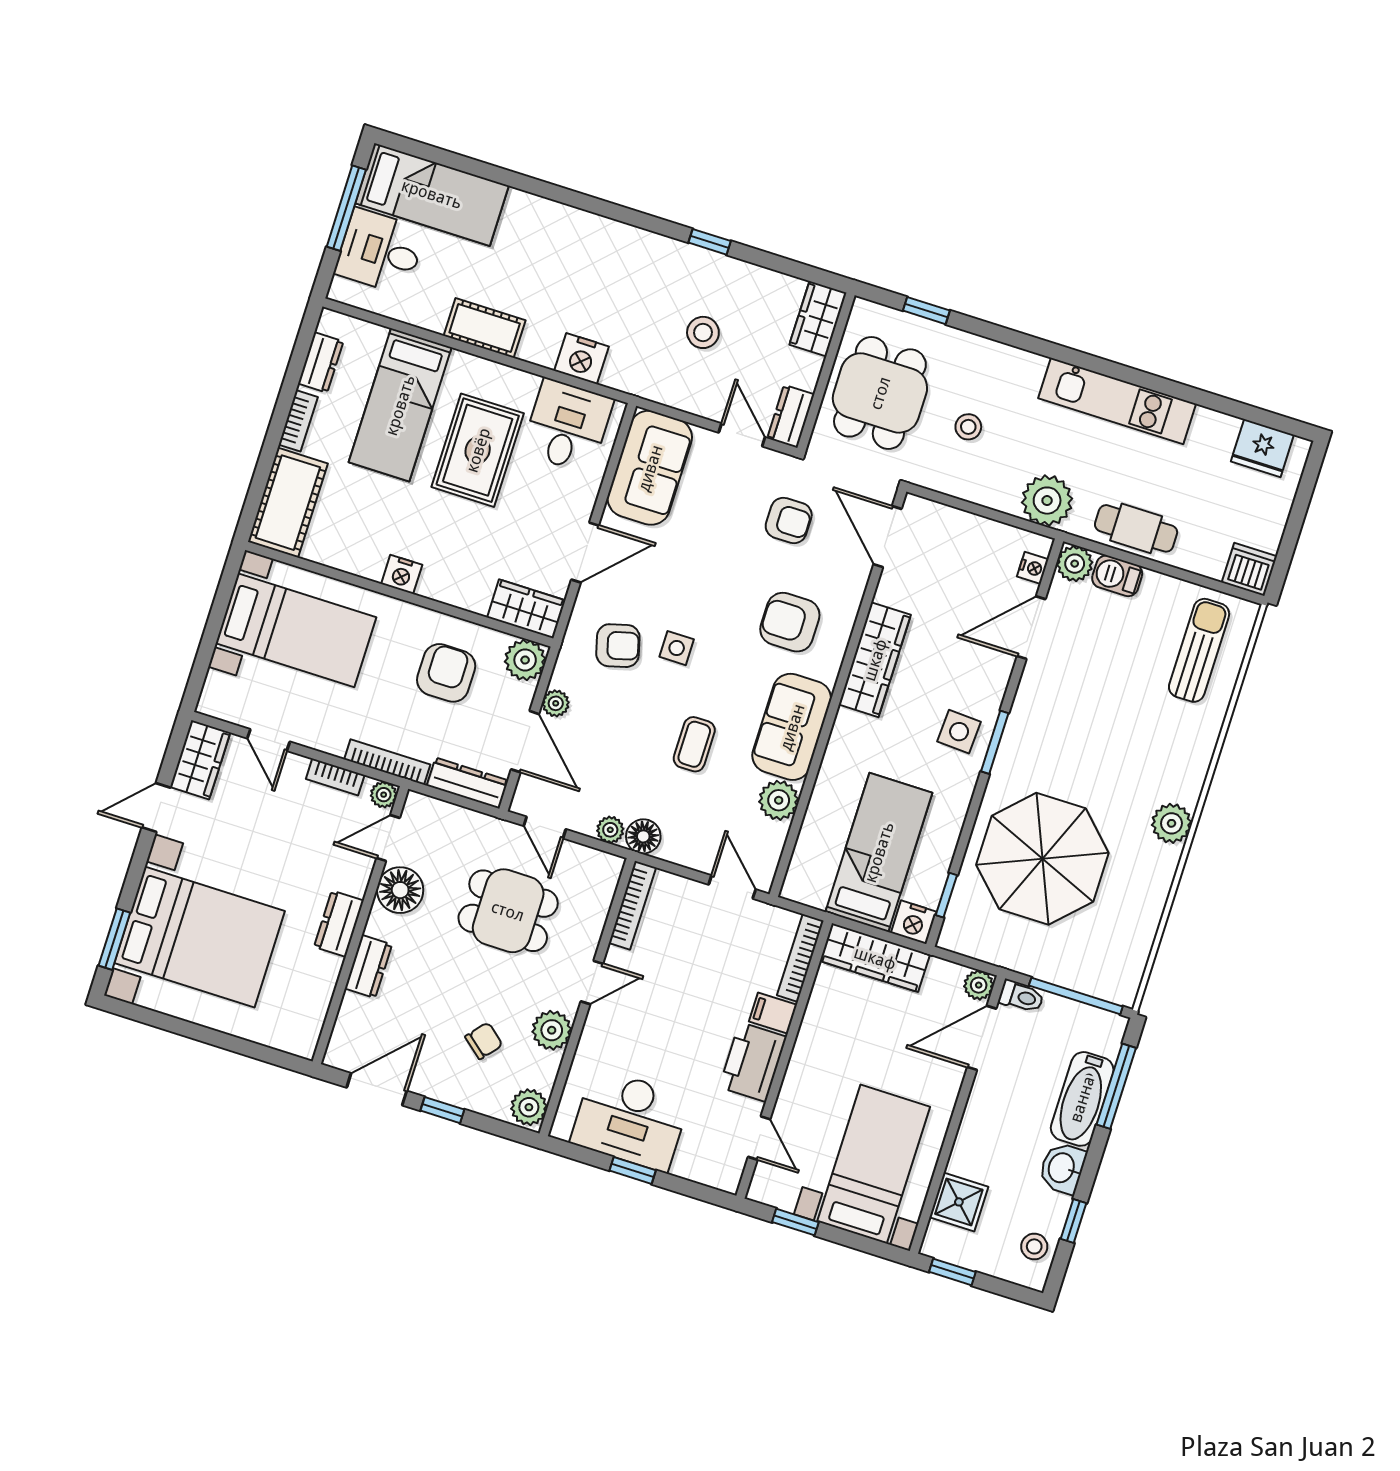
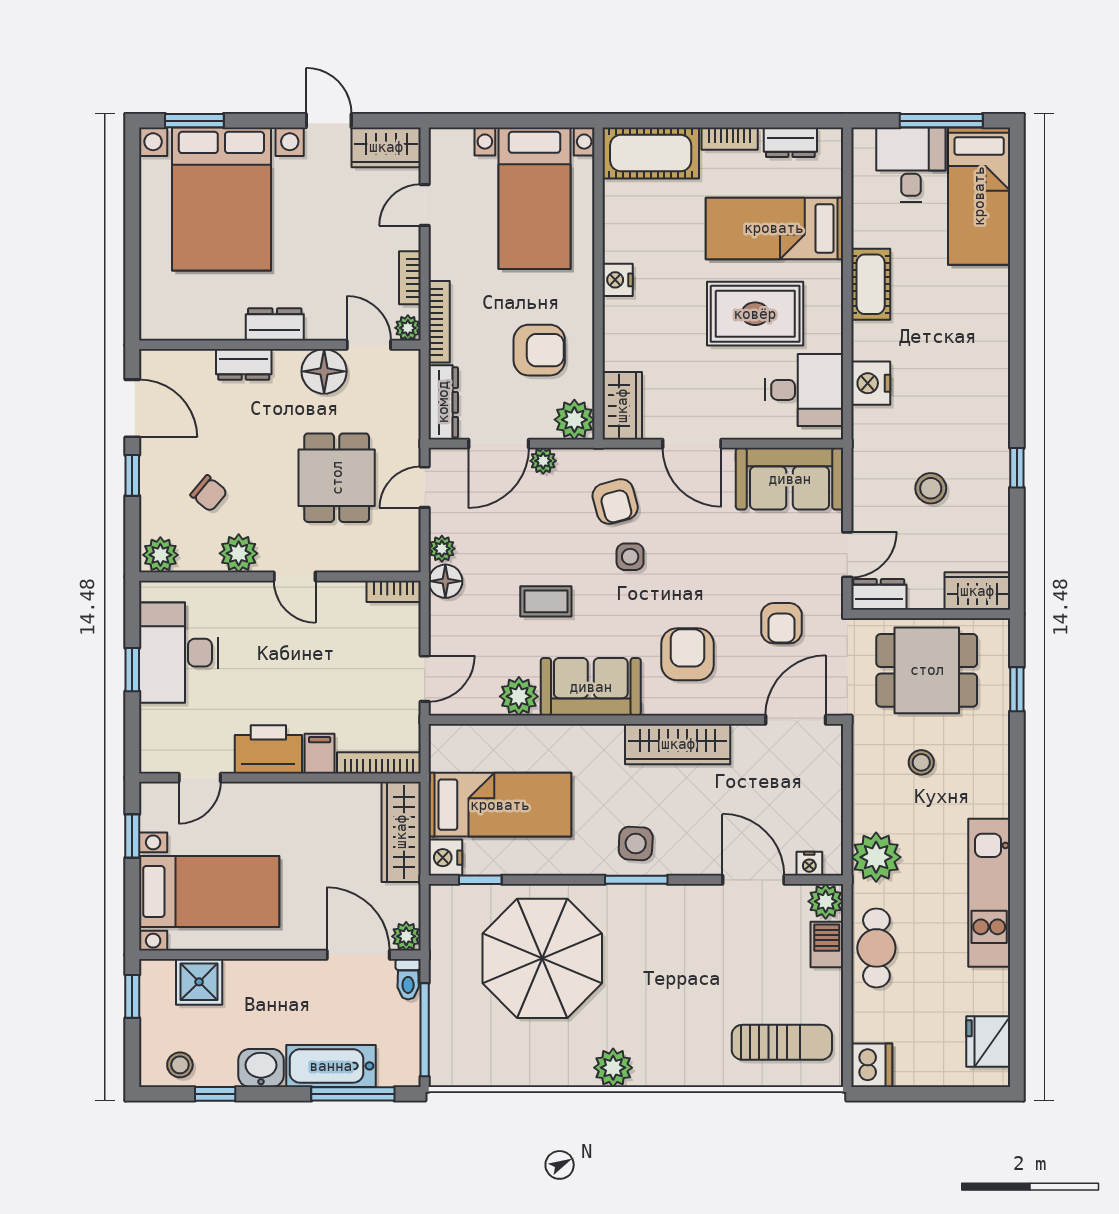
bookcase: (632, 905) -> (394, 591), width x0.64

